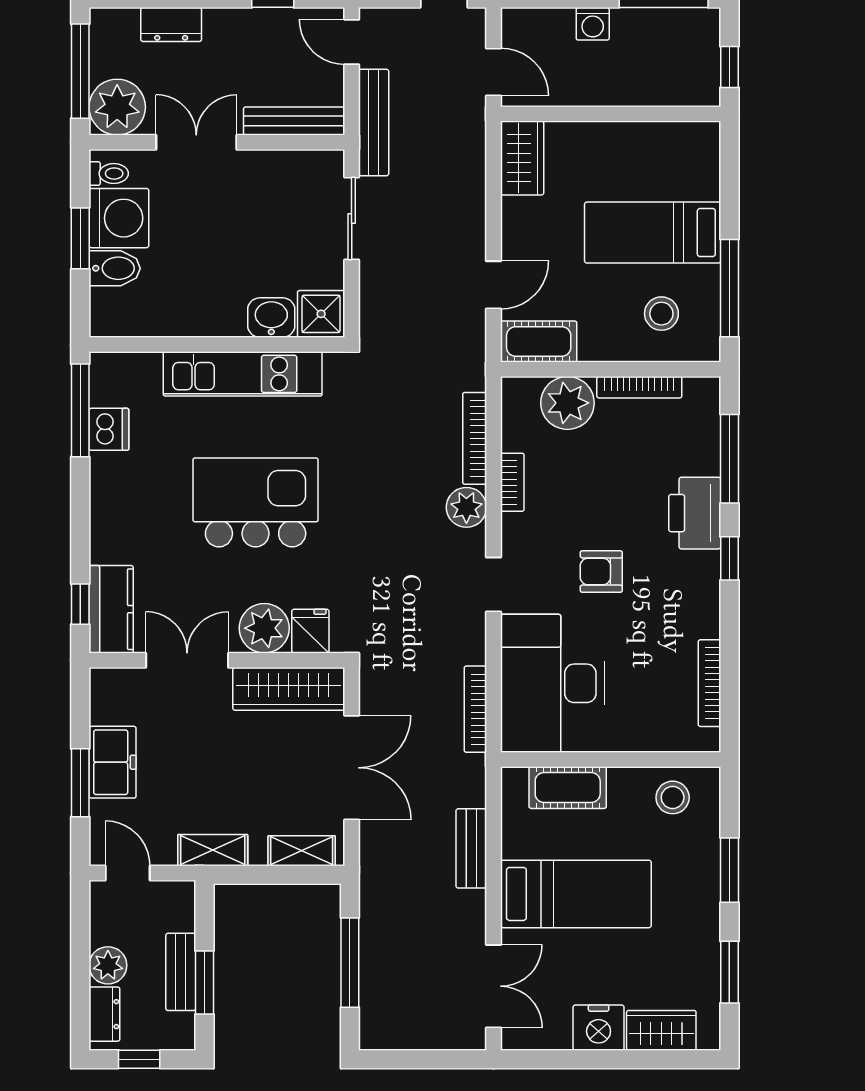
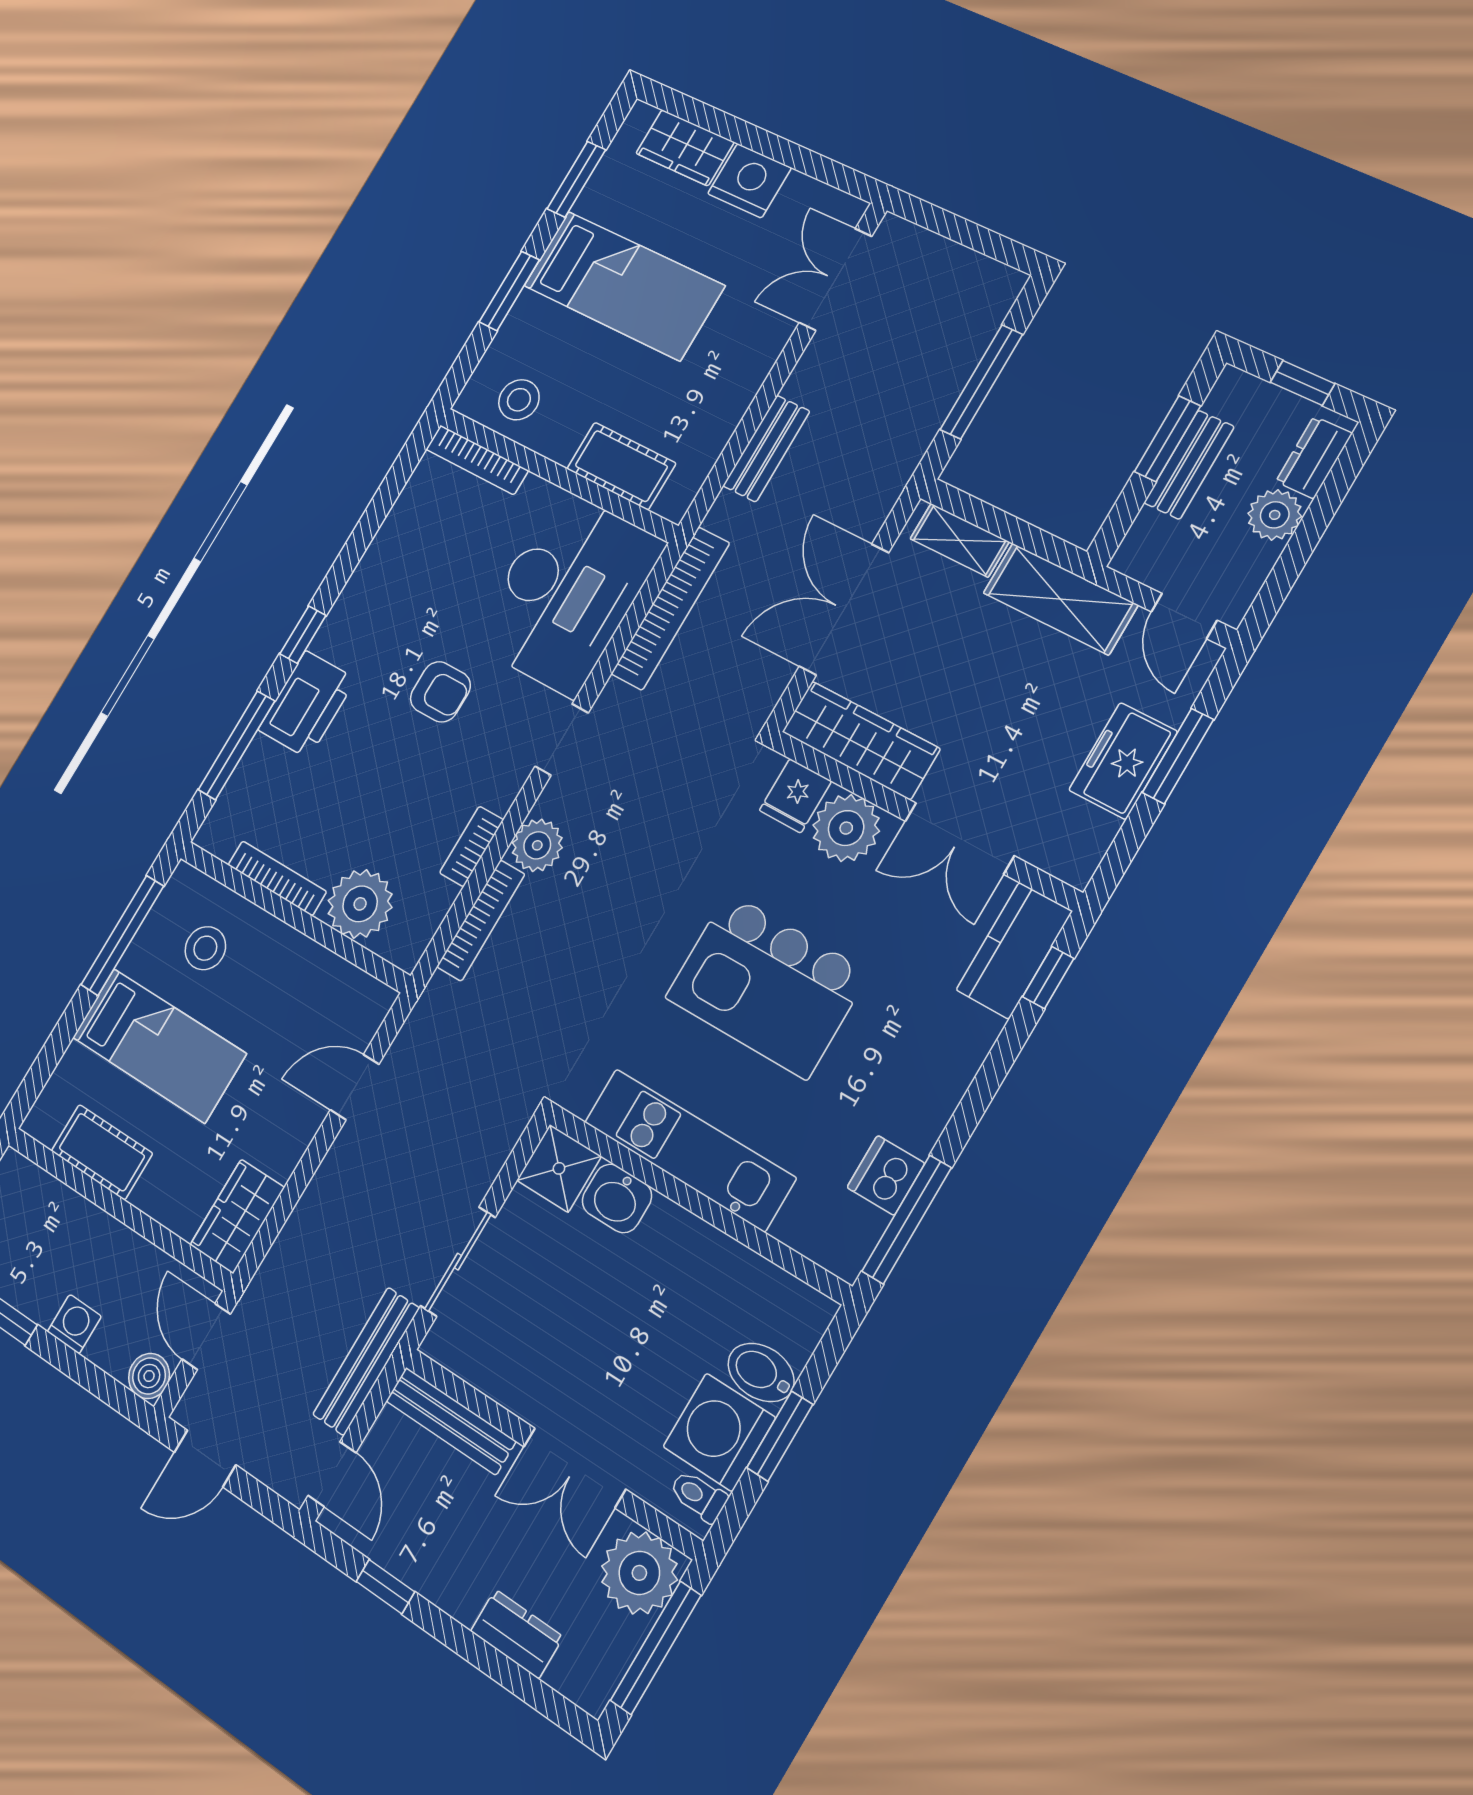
boiler: (517, 24) -> (149, 1376), added
cot: (539, 342) -> (102, 1152), moved
bookcase: (709, 683) -> (477, 460), moved, turned 90
bookcase: (475, 709) -> (670, 608), width x1.48, depth x1.31
shelving: (213, 850) -> (1060, 599), width x1.50, depth x1.33
bed: (576, 894) -> (624, 286), moved, turned 180

